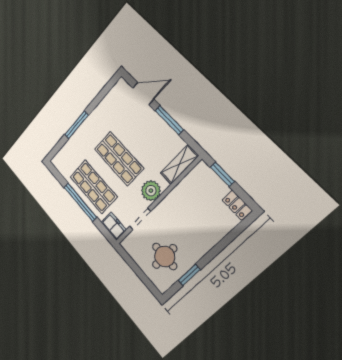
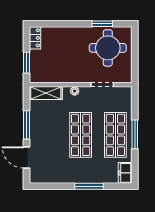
plant: (151, 191) -> (75, 91), width x0.53, depth x0.53
window: (80, 202) -> (135, 134), width x0.68
freezer: (114, 226) -> (125, 173), moved
round table: (165, 256) -> (108, 48), width x1.36, depth x1.36

